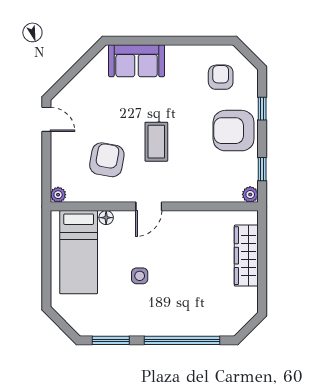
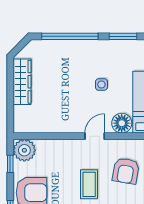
plant: (250, 194) -> (24, 150), width x1.87, depth x1.87
floor lamp: (106, 218) -> (122, 123), width x1.89, depth x1.89
wardrobe: (246, 256) -> (22, 82), moved

